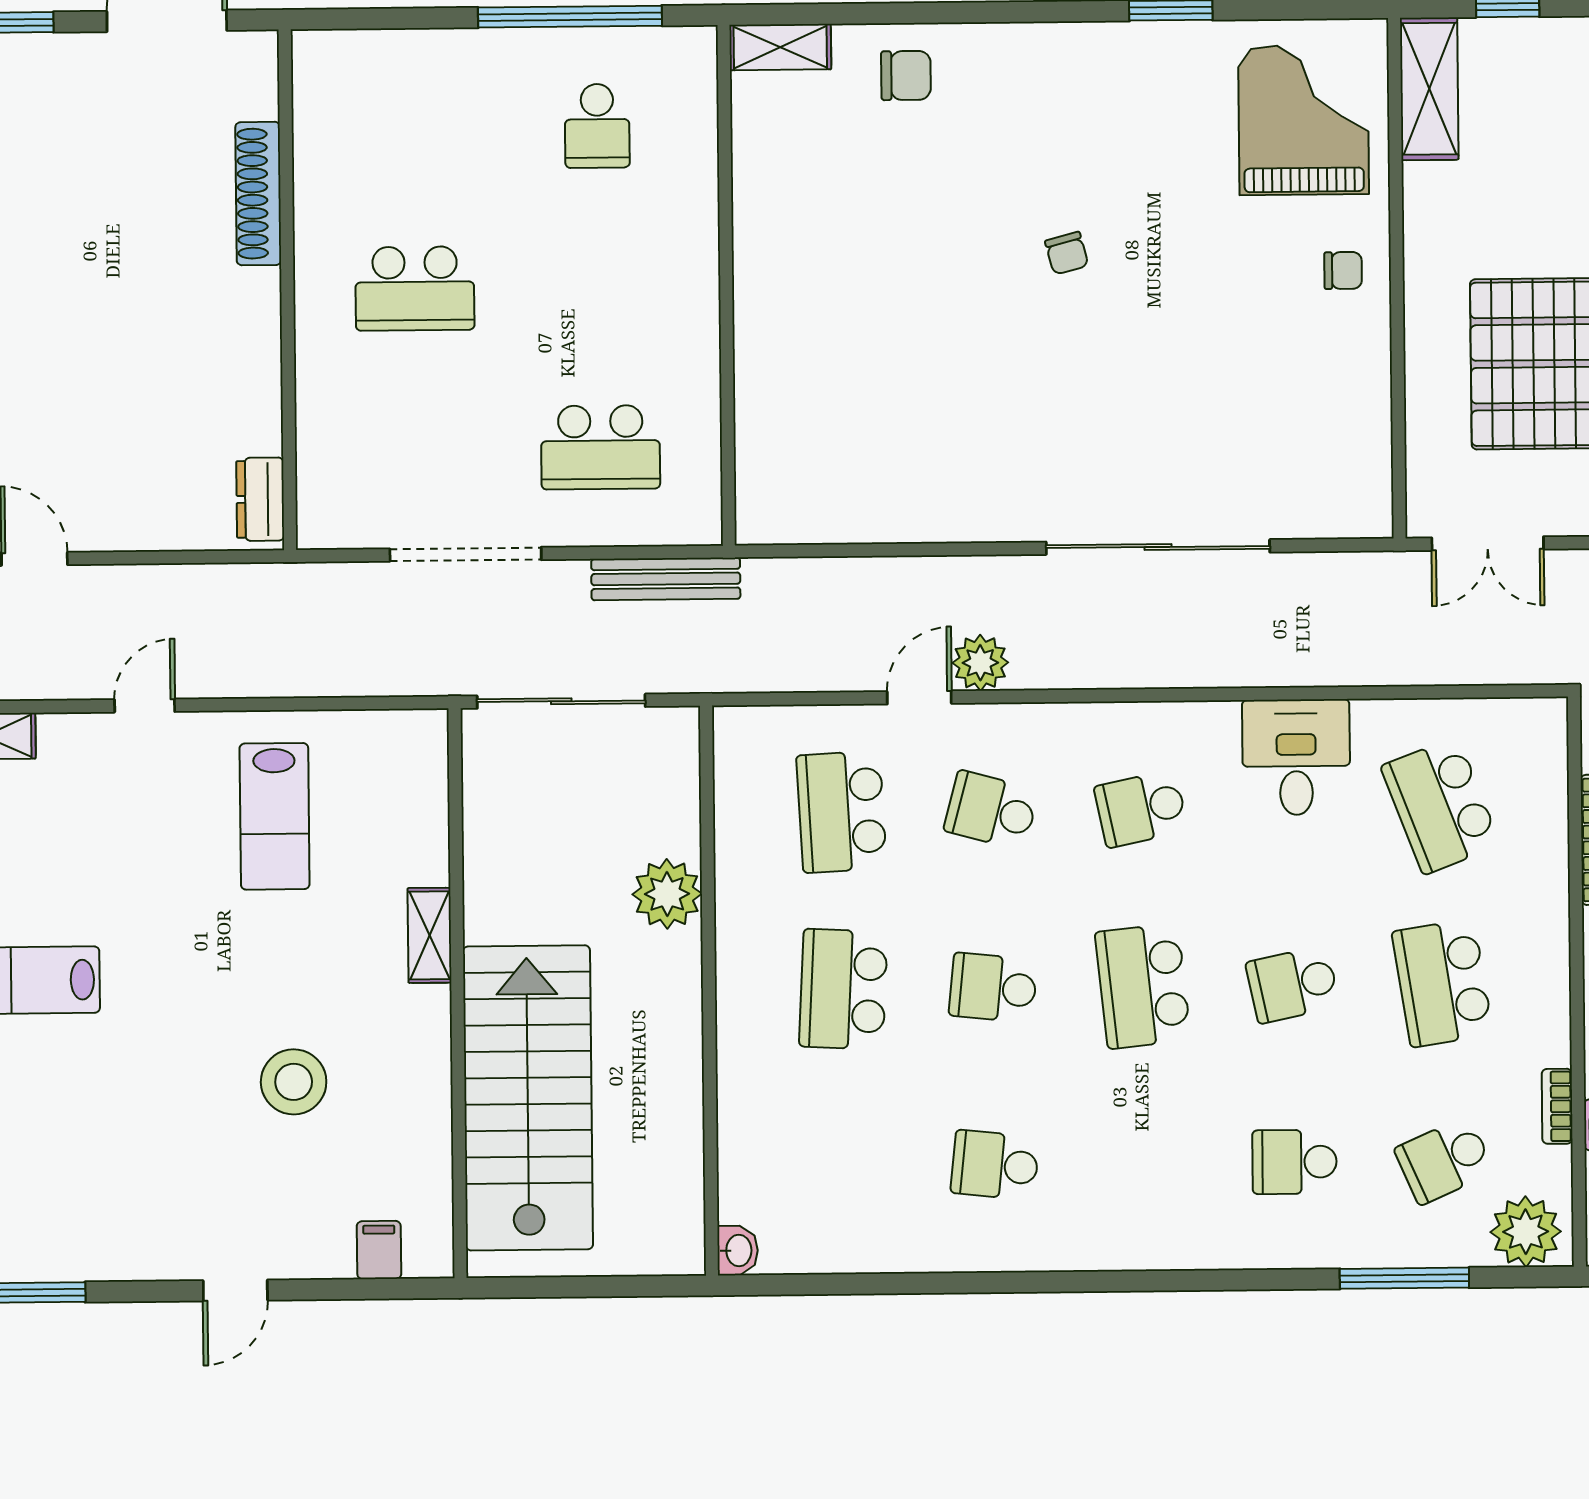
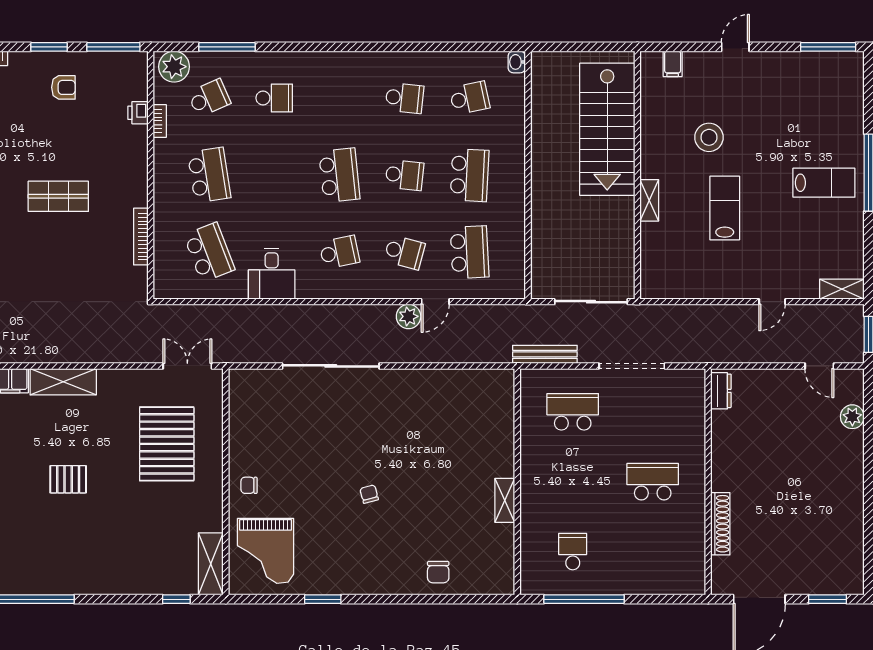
shelving: (780, 47) -> (505, 500), moved, turned 90
chair: (906, 75) -> (438, 572), turned -90
lab bench: (275, 816) -> (725, 208), moved
plant: (667, 894) -> (546, 217), removed
school desk: (1293, 984) -> (470, 98), moved

